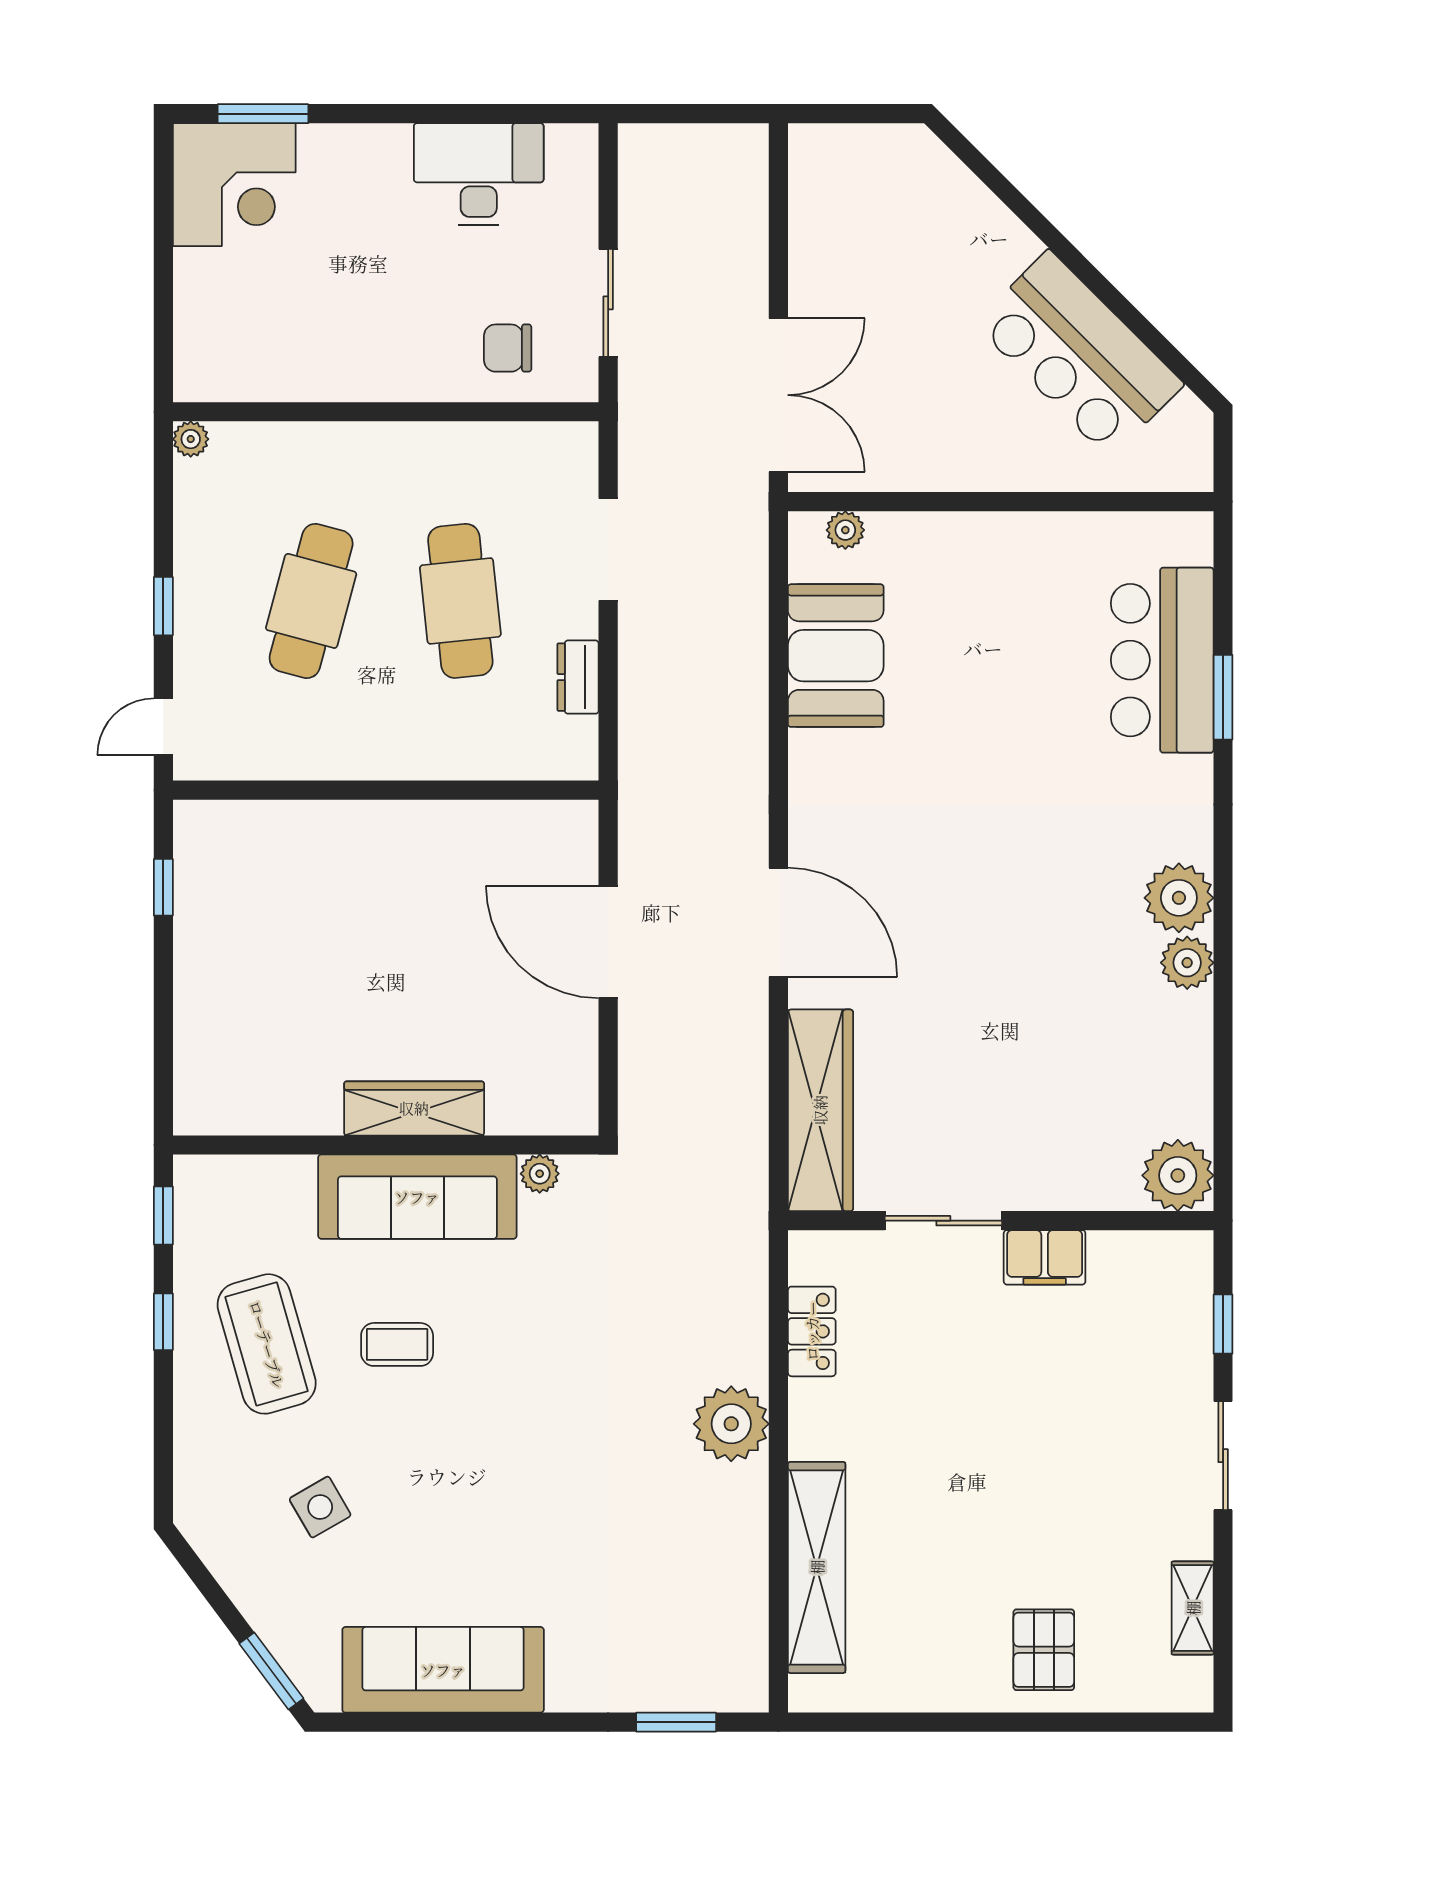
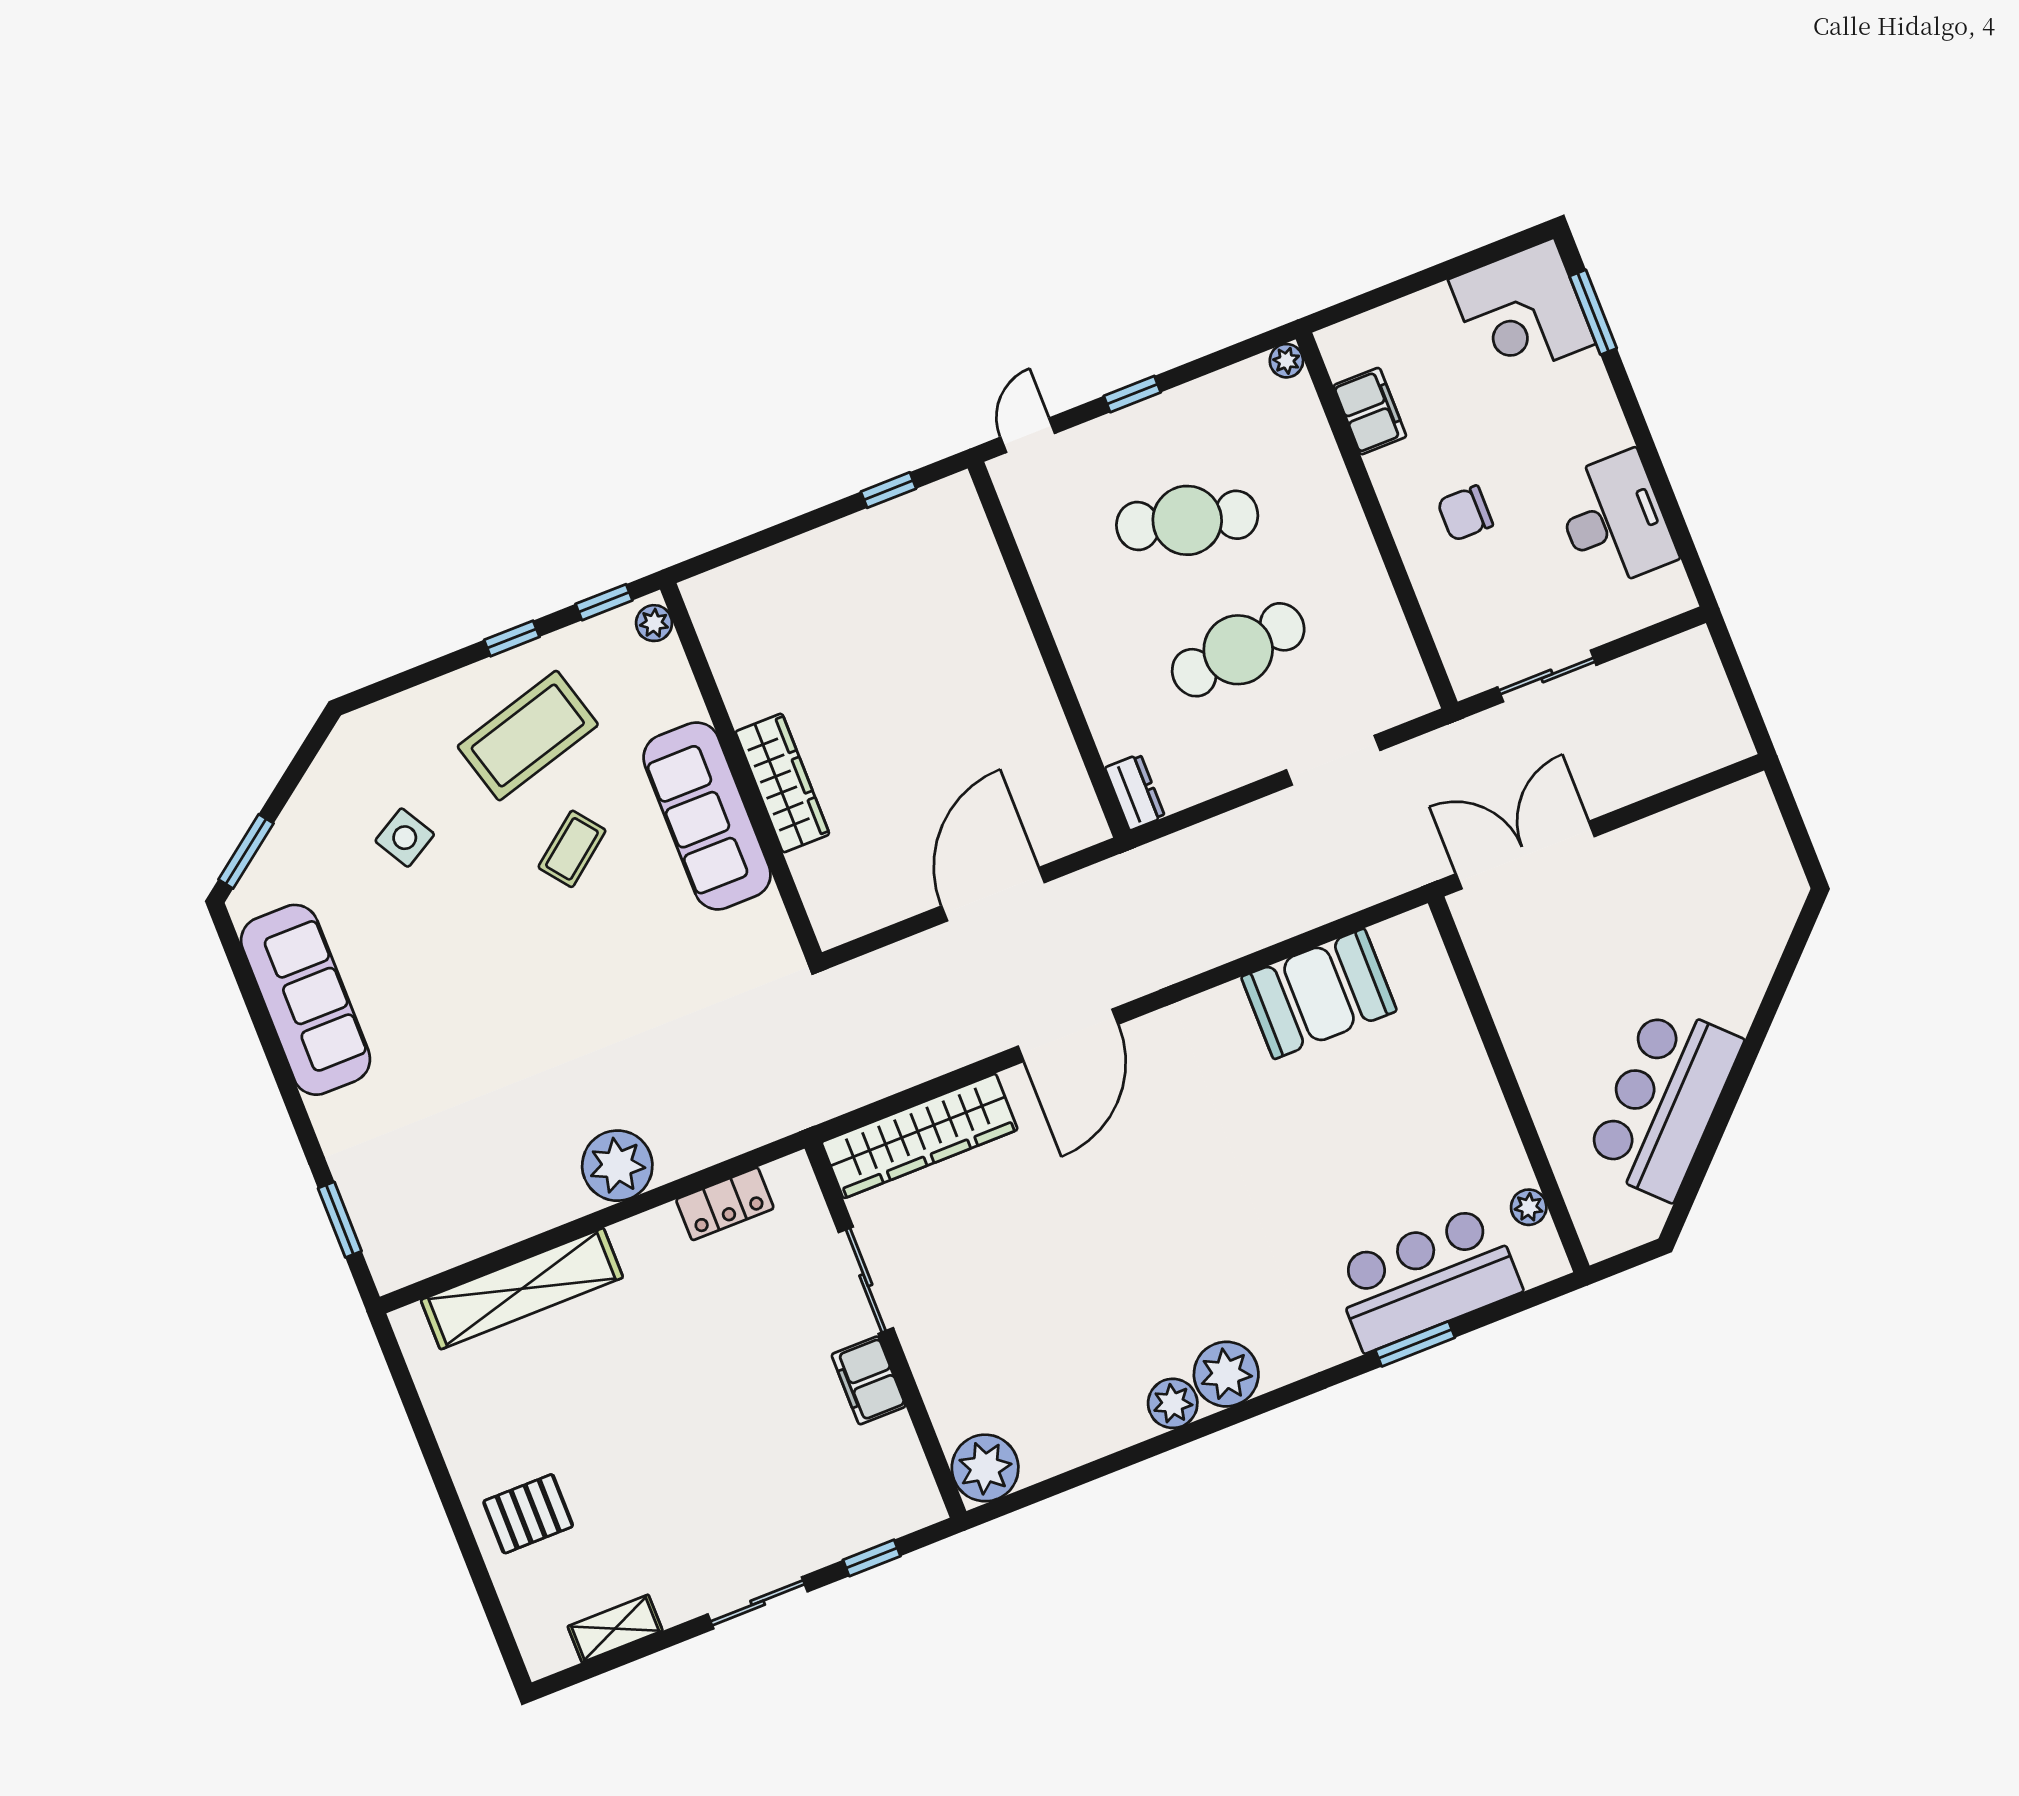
chair: (508, 348) -> (1465, 513), moved, turned -90
filing cabinet: (274, 375) -> (1370, 411), added
double door: (778, 395) -> (1525, 855), swing flipped
plant: (845, 530) -> (1529, 1207), moved
dresser: (578, 677) -> (1135, 792), moved, turned 90
door: (163, 727) -> (1028, 435), hinge flipped
plant: (540, 1174) -> (654, 623), moved
coffee table: (397, 1344) -> (572, 849), turned 52

